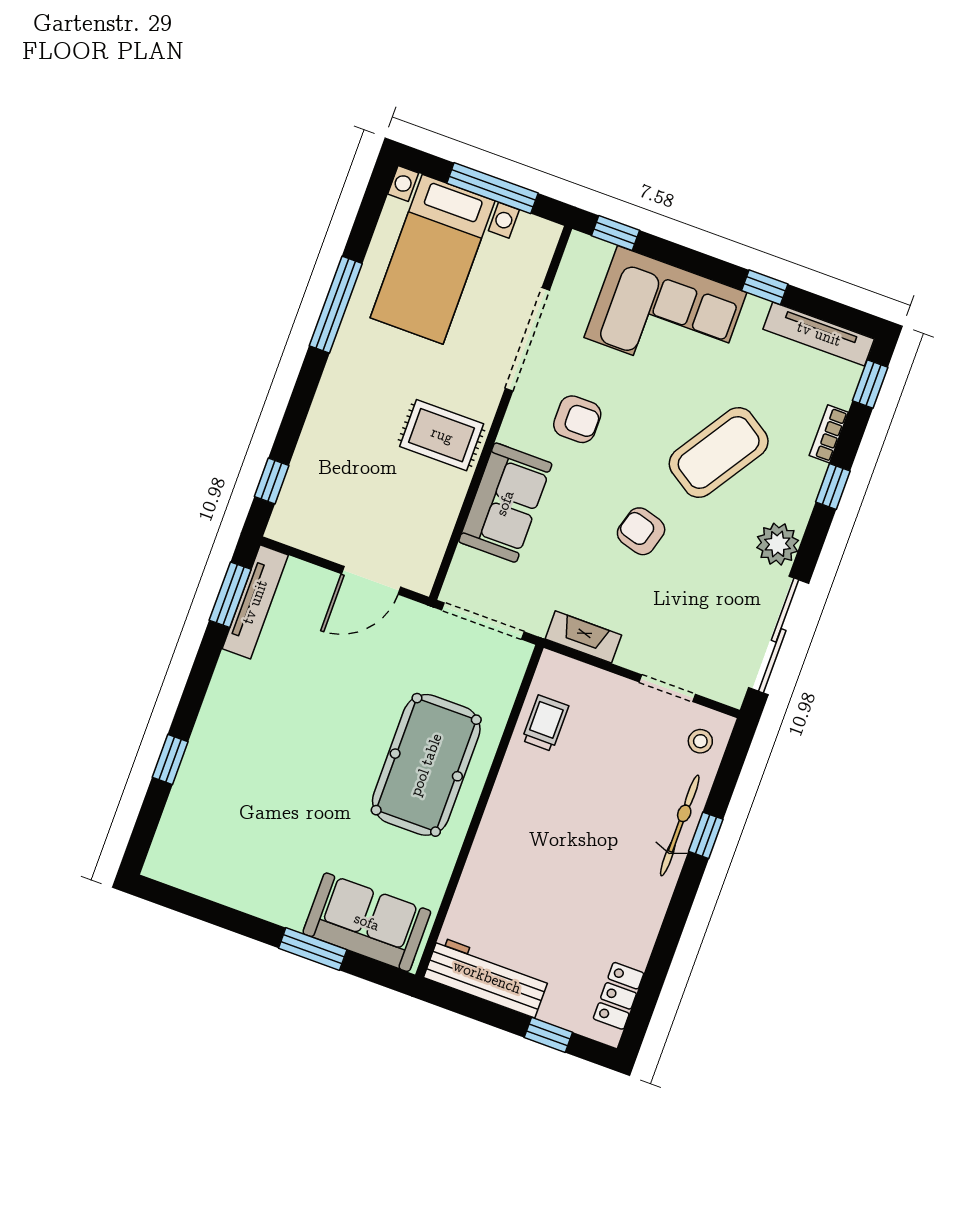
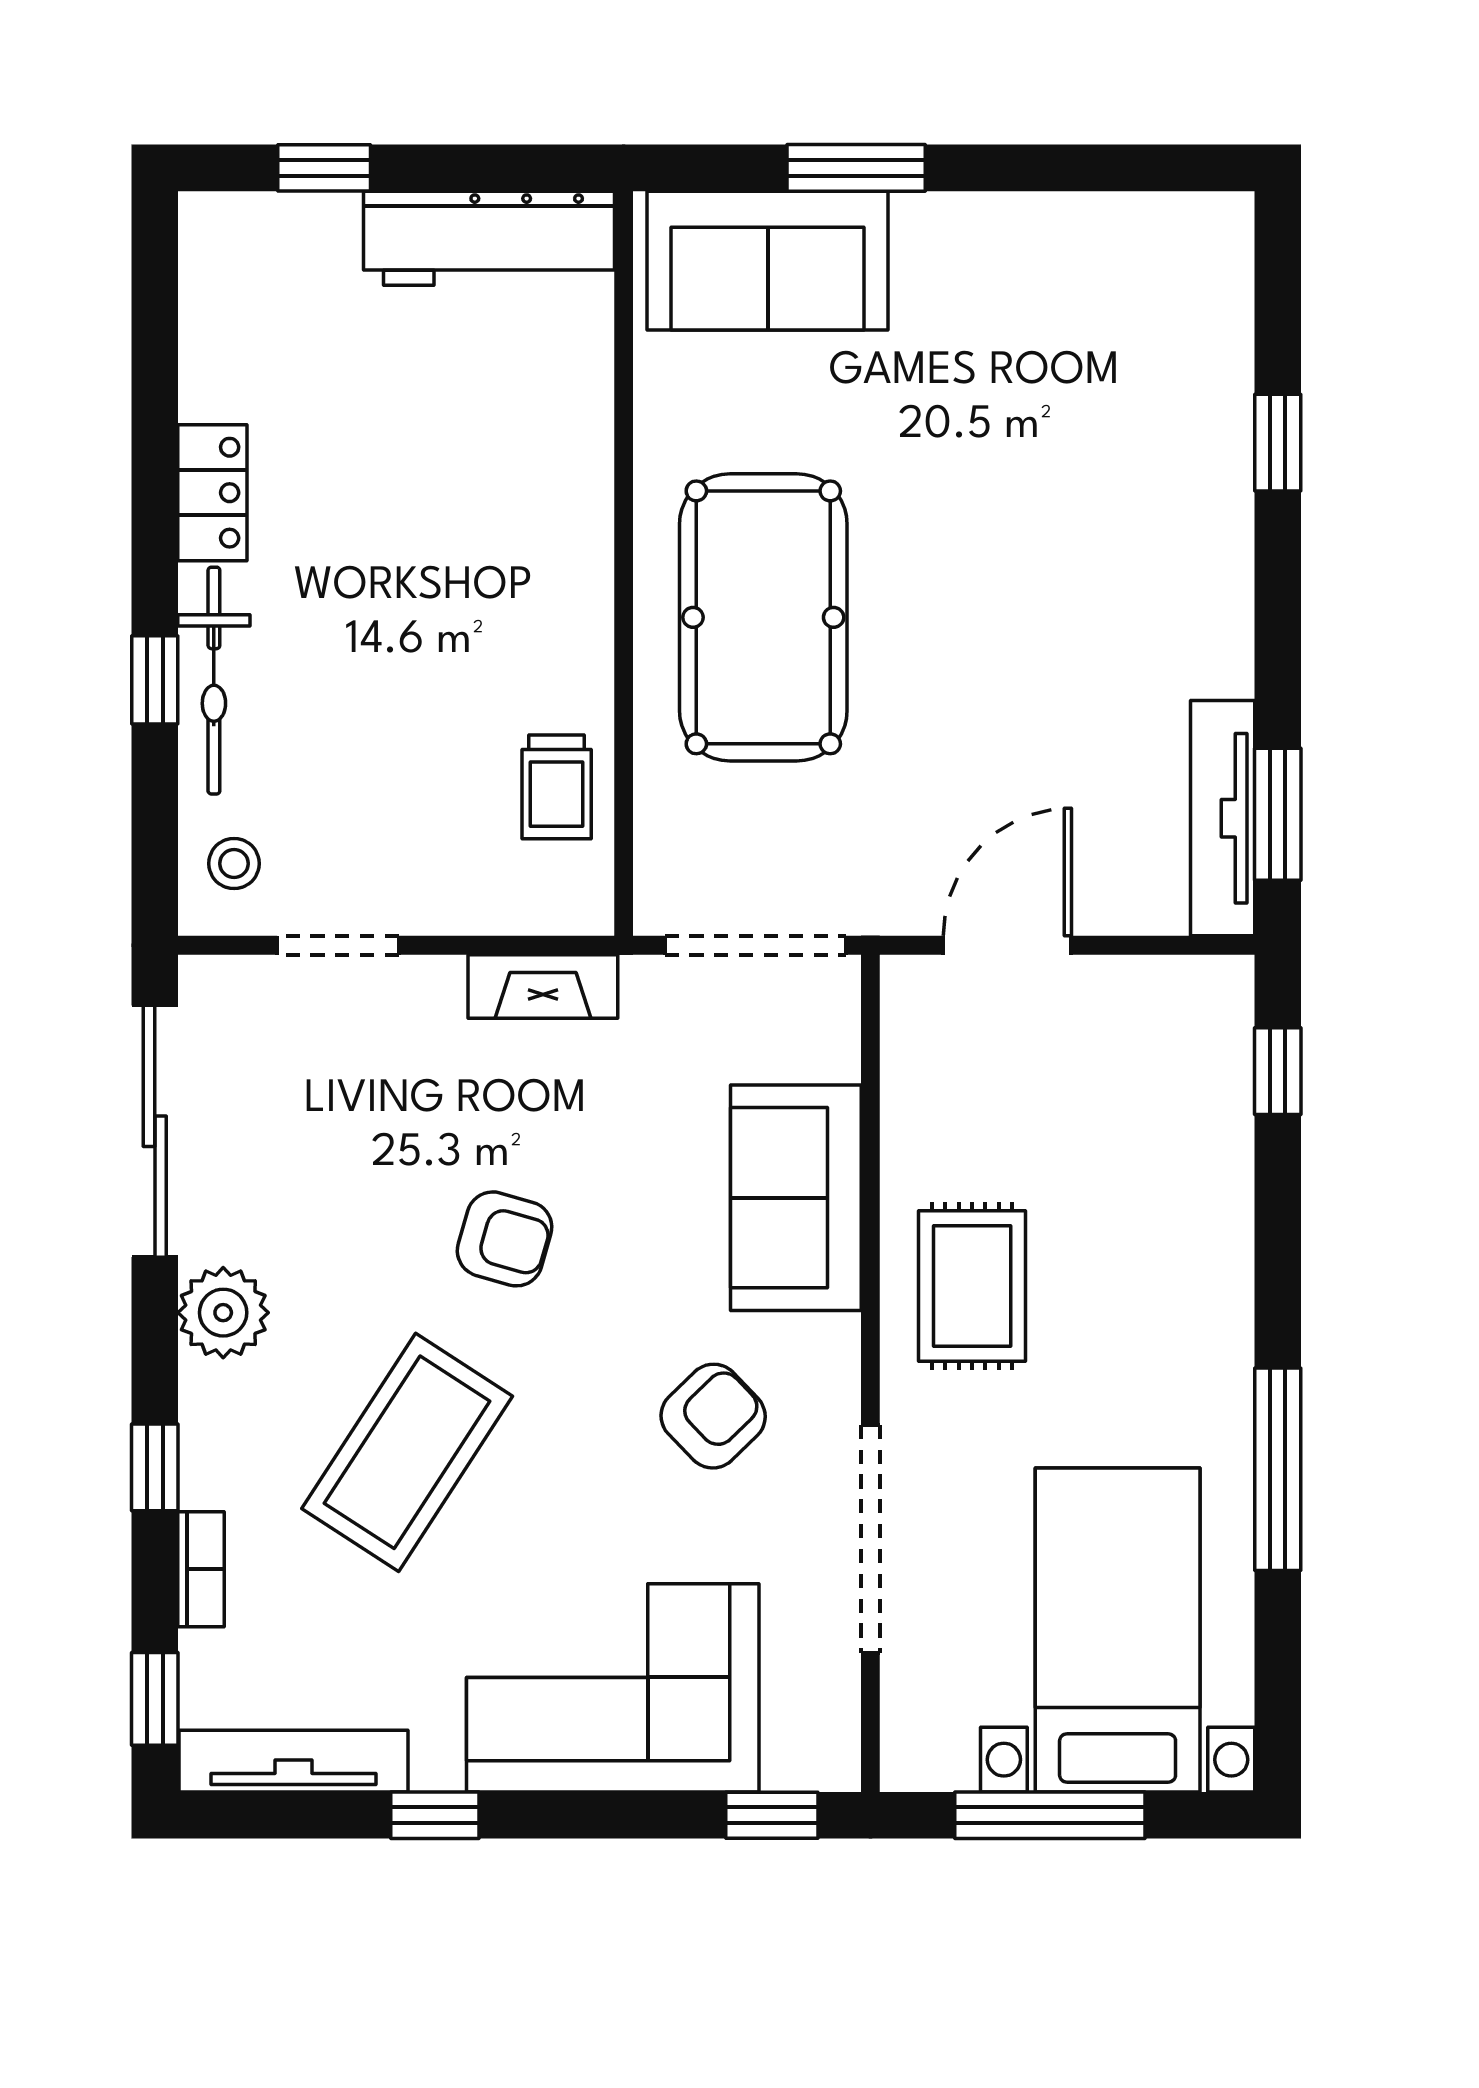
armchair: (577, 419) -> (713, 1416), turned 136
rug: (442, 435) -> (972, 1286), turned 90
locker: (619, 996) -> (212, 493), moved

